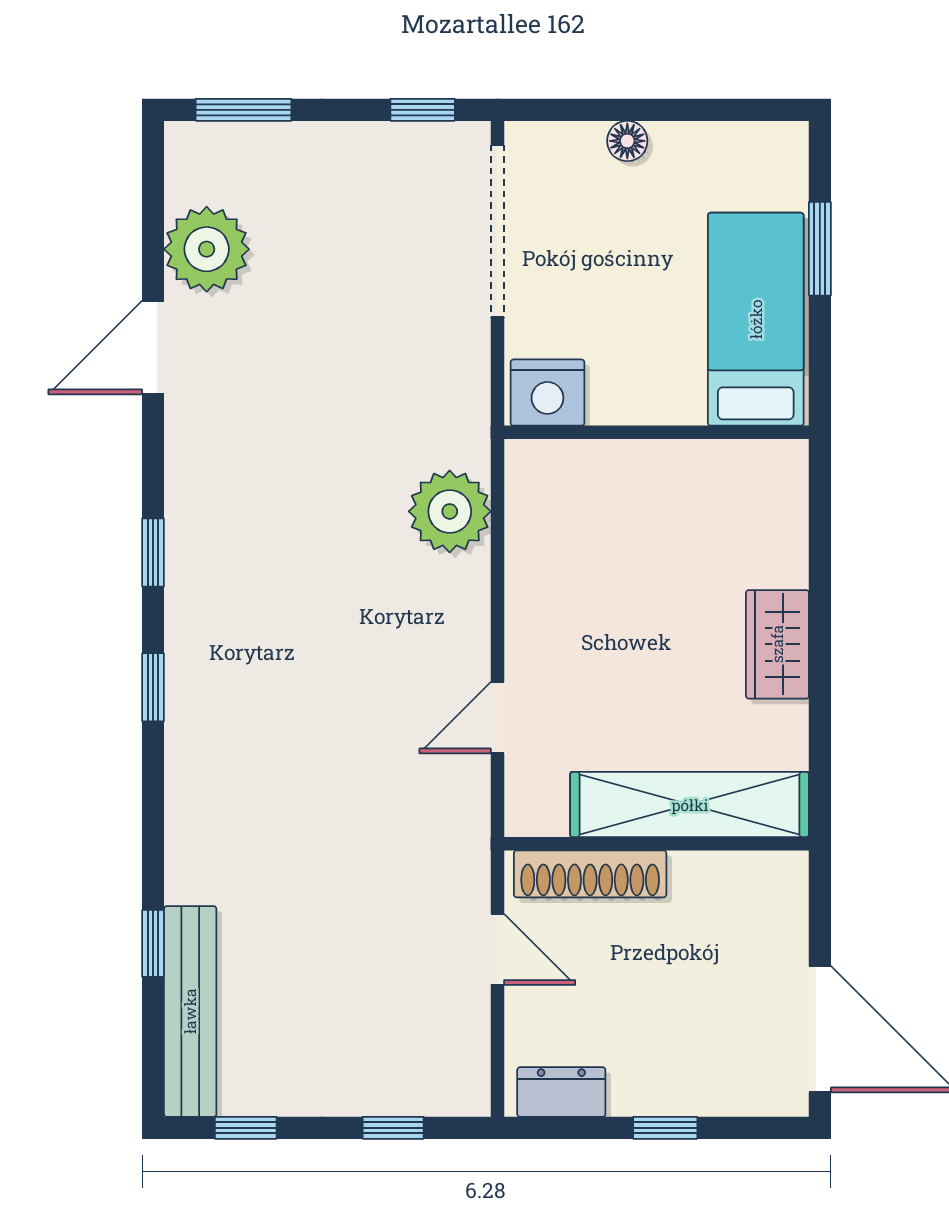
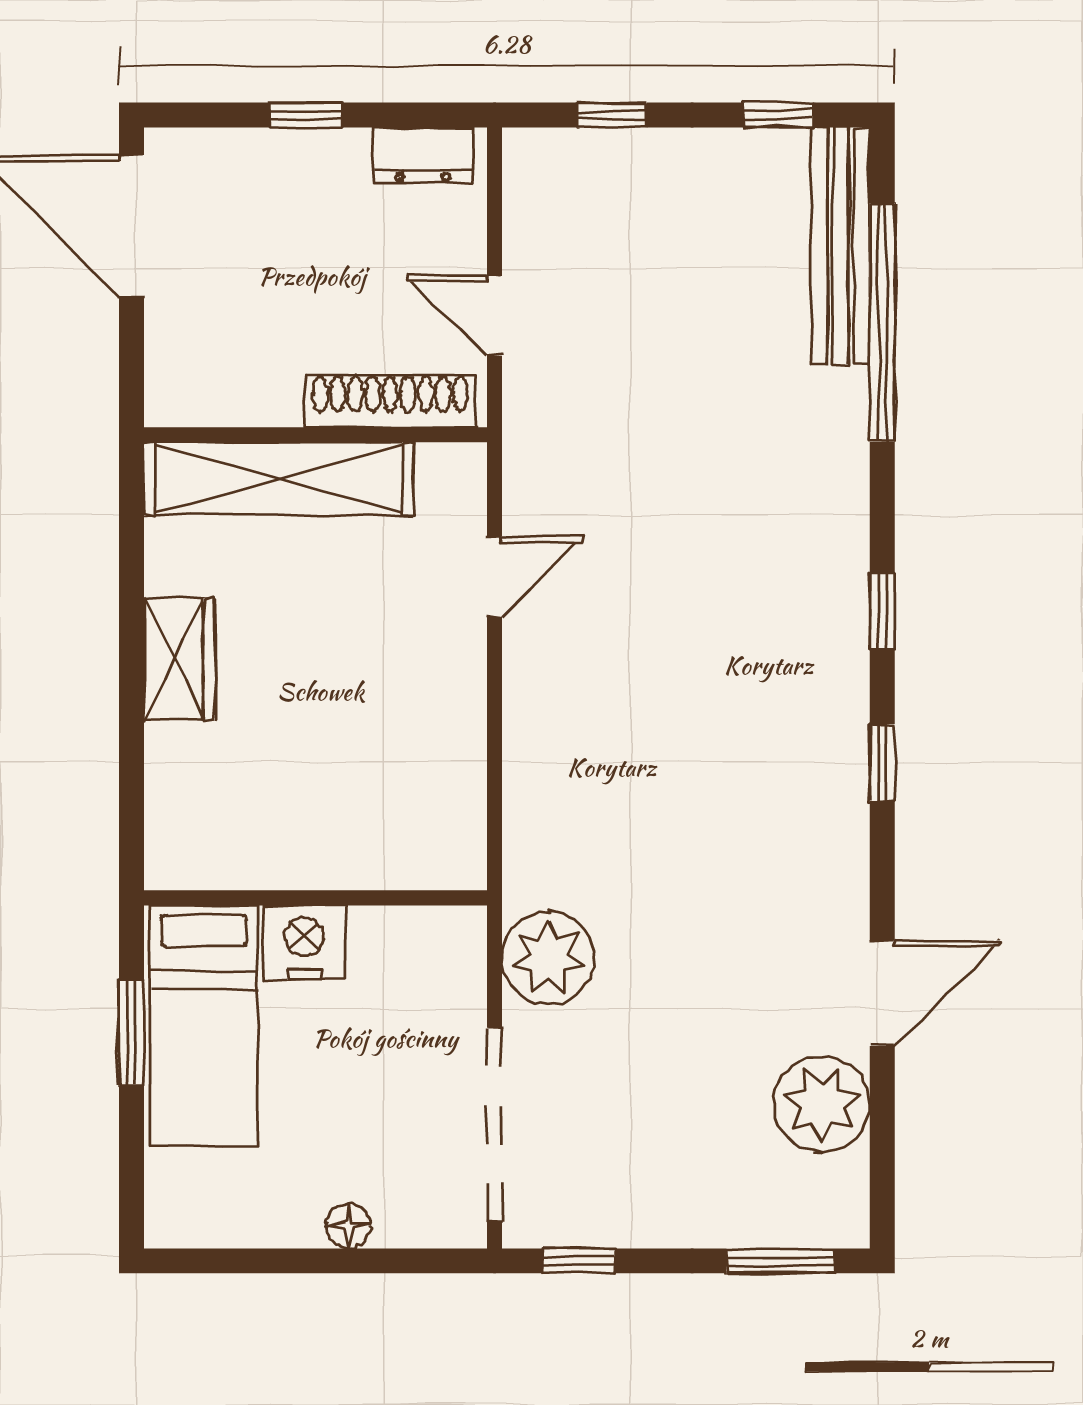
window: (820, 249) -> (132, 1032), moved
nightstand: (547, 393) -> (304, 943), moved
plant: (450, 511) -> (548, 958), moved
window: (153, 943) -> (882, 323), width x3.17

